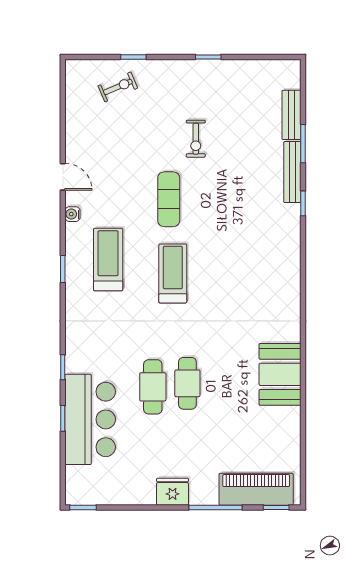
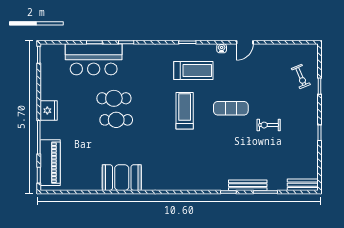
bench: (291, 115) -> (303, 185), moved
treadmill: (173, 273) -> (185, 111), turned -90

